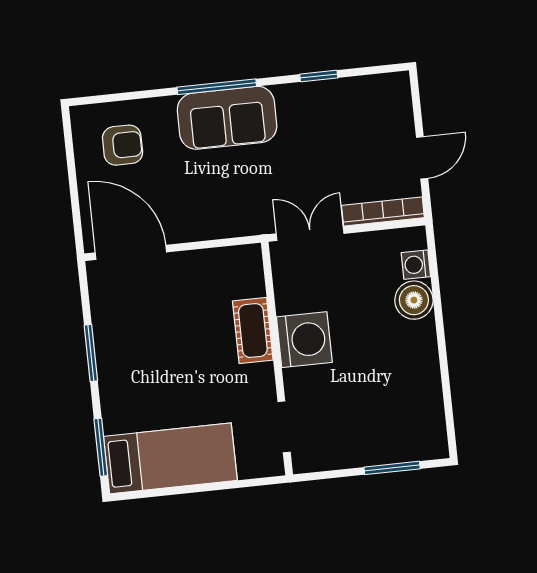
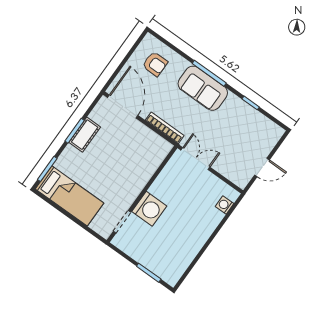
bookcase: (383, 212) -> (165, 128), moved
boiler: (414, 300) -> (212, 218), removed
cot: (253, 331) -> (85, 135), moved
washing machine: (304, 340) -> (149, 209), moved

